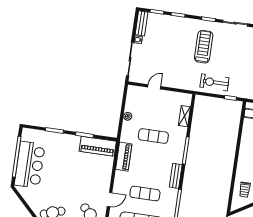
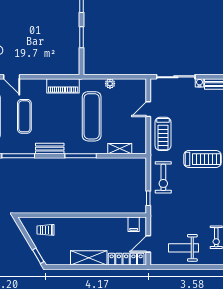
treadmill: (177, 77) -> (163, 134), added
exercise bike: (214, 82) -> (163, 177), turned 180
door: (154, 87) -> (148, 109), swing flipped
exercise mat: (153, 136) -> (92, 116), width x1.36, depth x1.45
piano: (98, 146) -> (71, 54), removed

